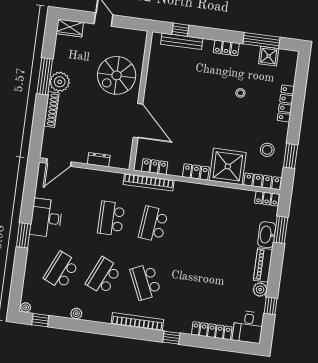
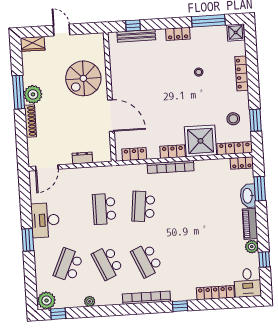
shower: (269, 56) -> (236, 32), moved
bookcase: (149, 182) -> (171, 167), moved
school desk: (103, 276) -> (108, 263), turned -48
plant: (26, 307) -> (47, 300), width x1.88, depth x1.88

